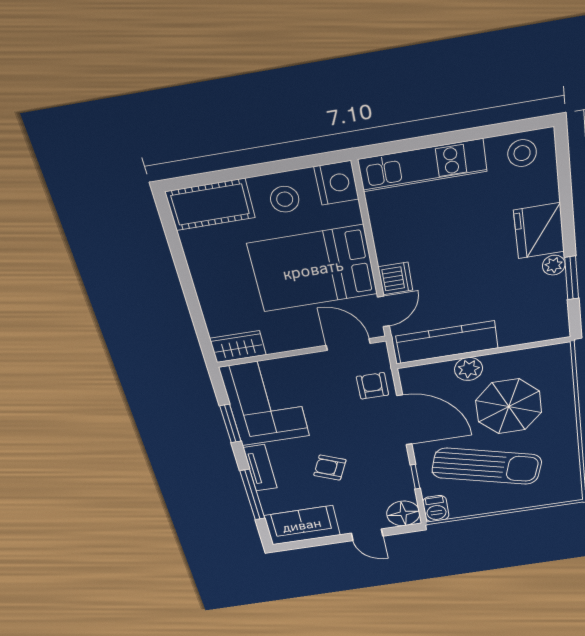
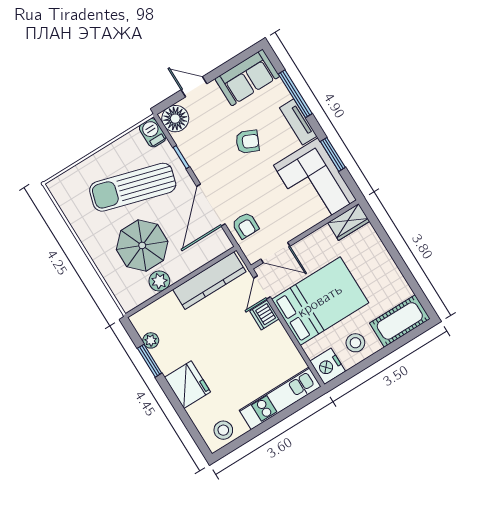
plant: (554, 265) -> (151, 340), moved
plant: (469, 369) -> (159, 281), moved
door: (404, 420) -> (211, 205), hinge flipped

